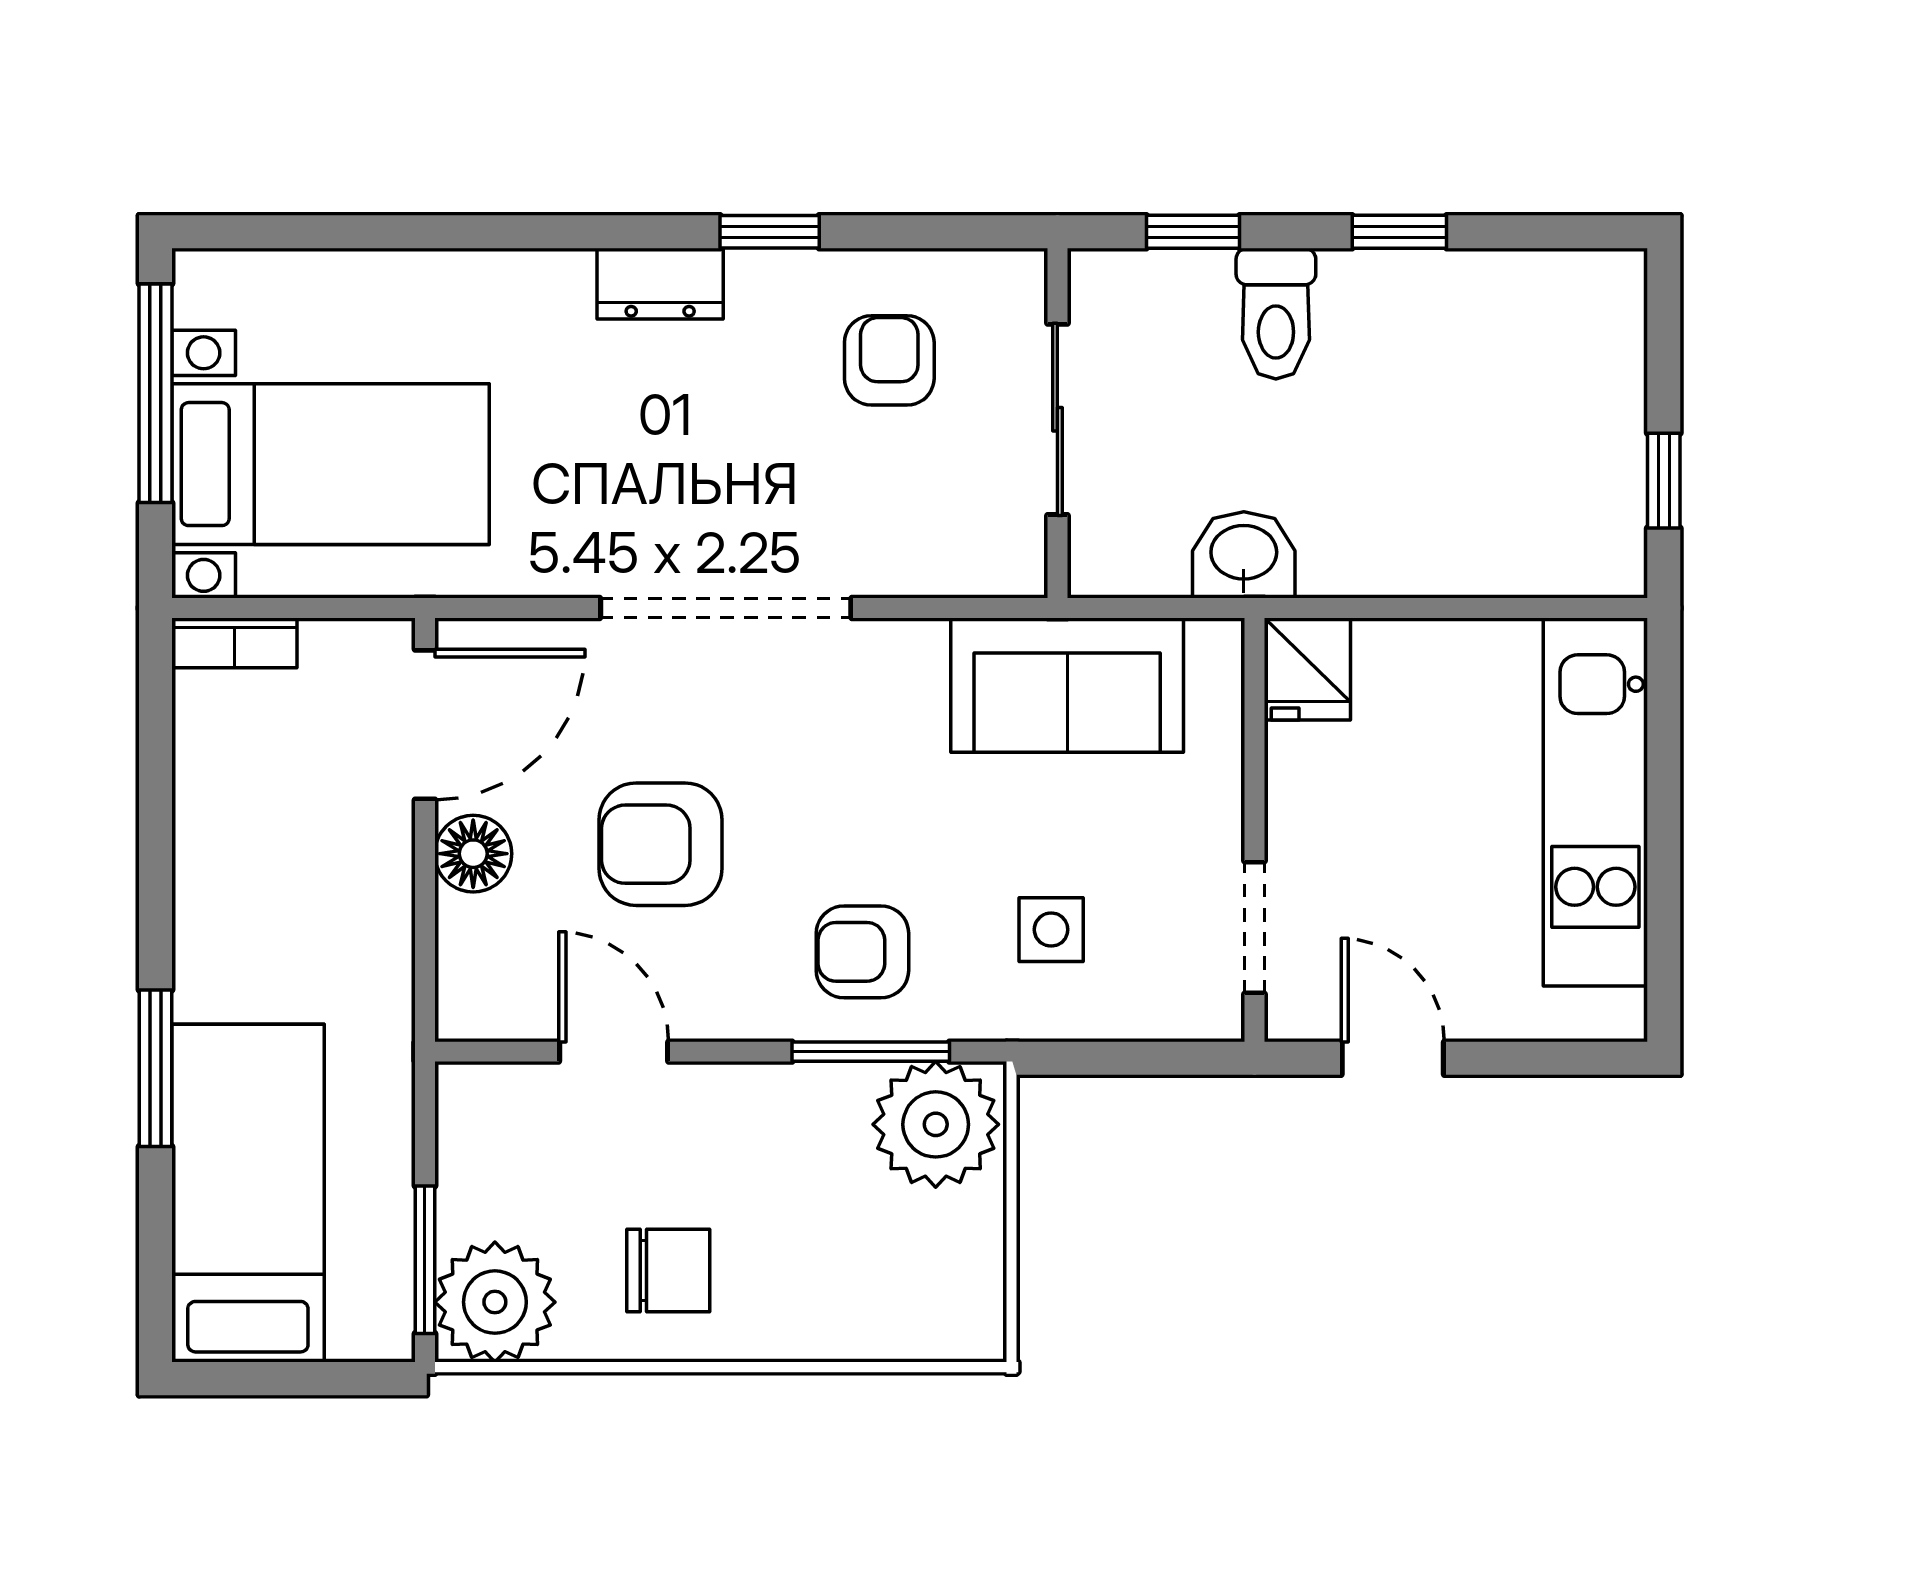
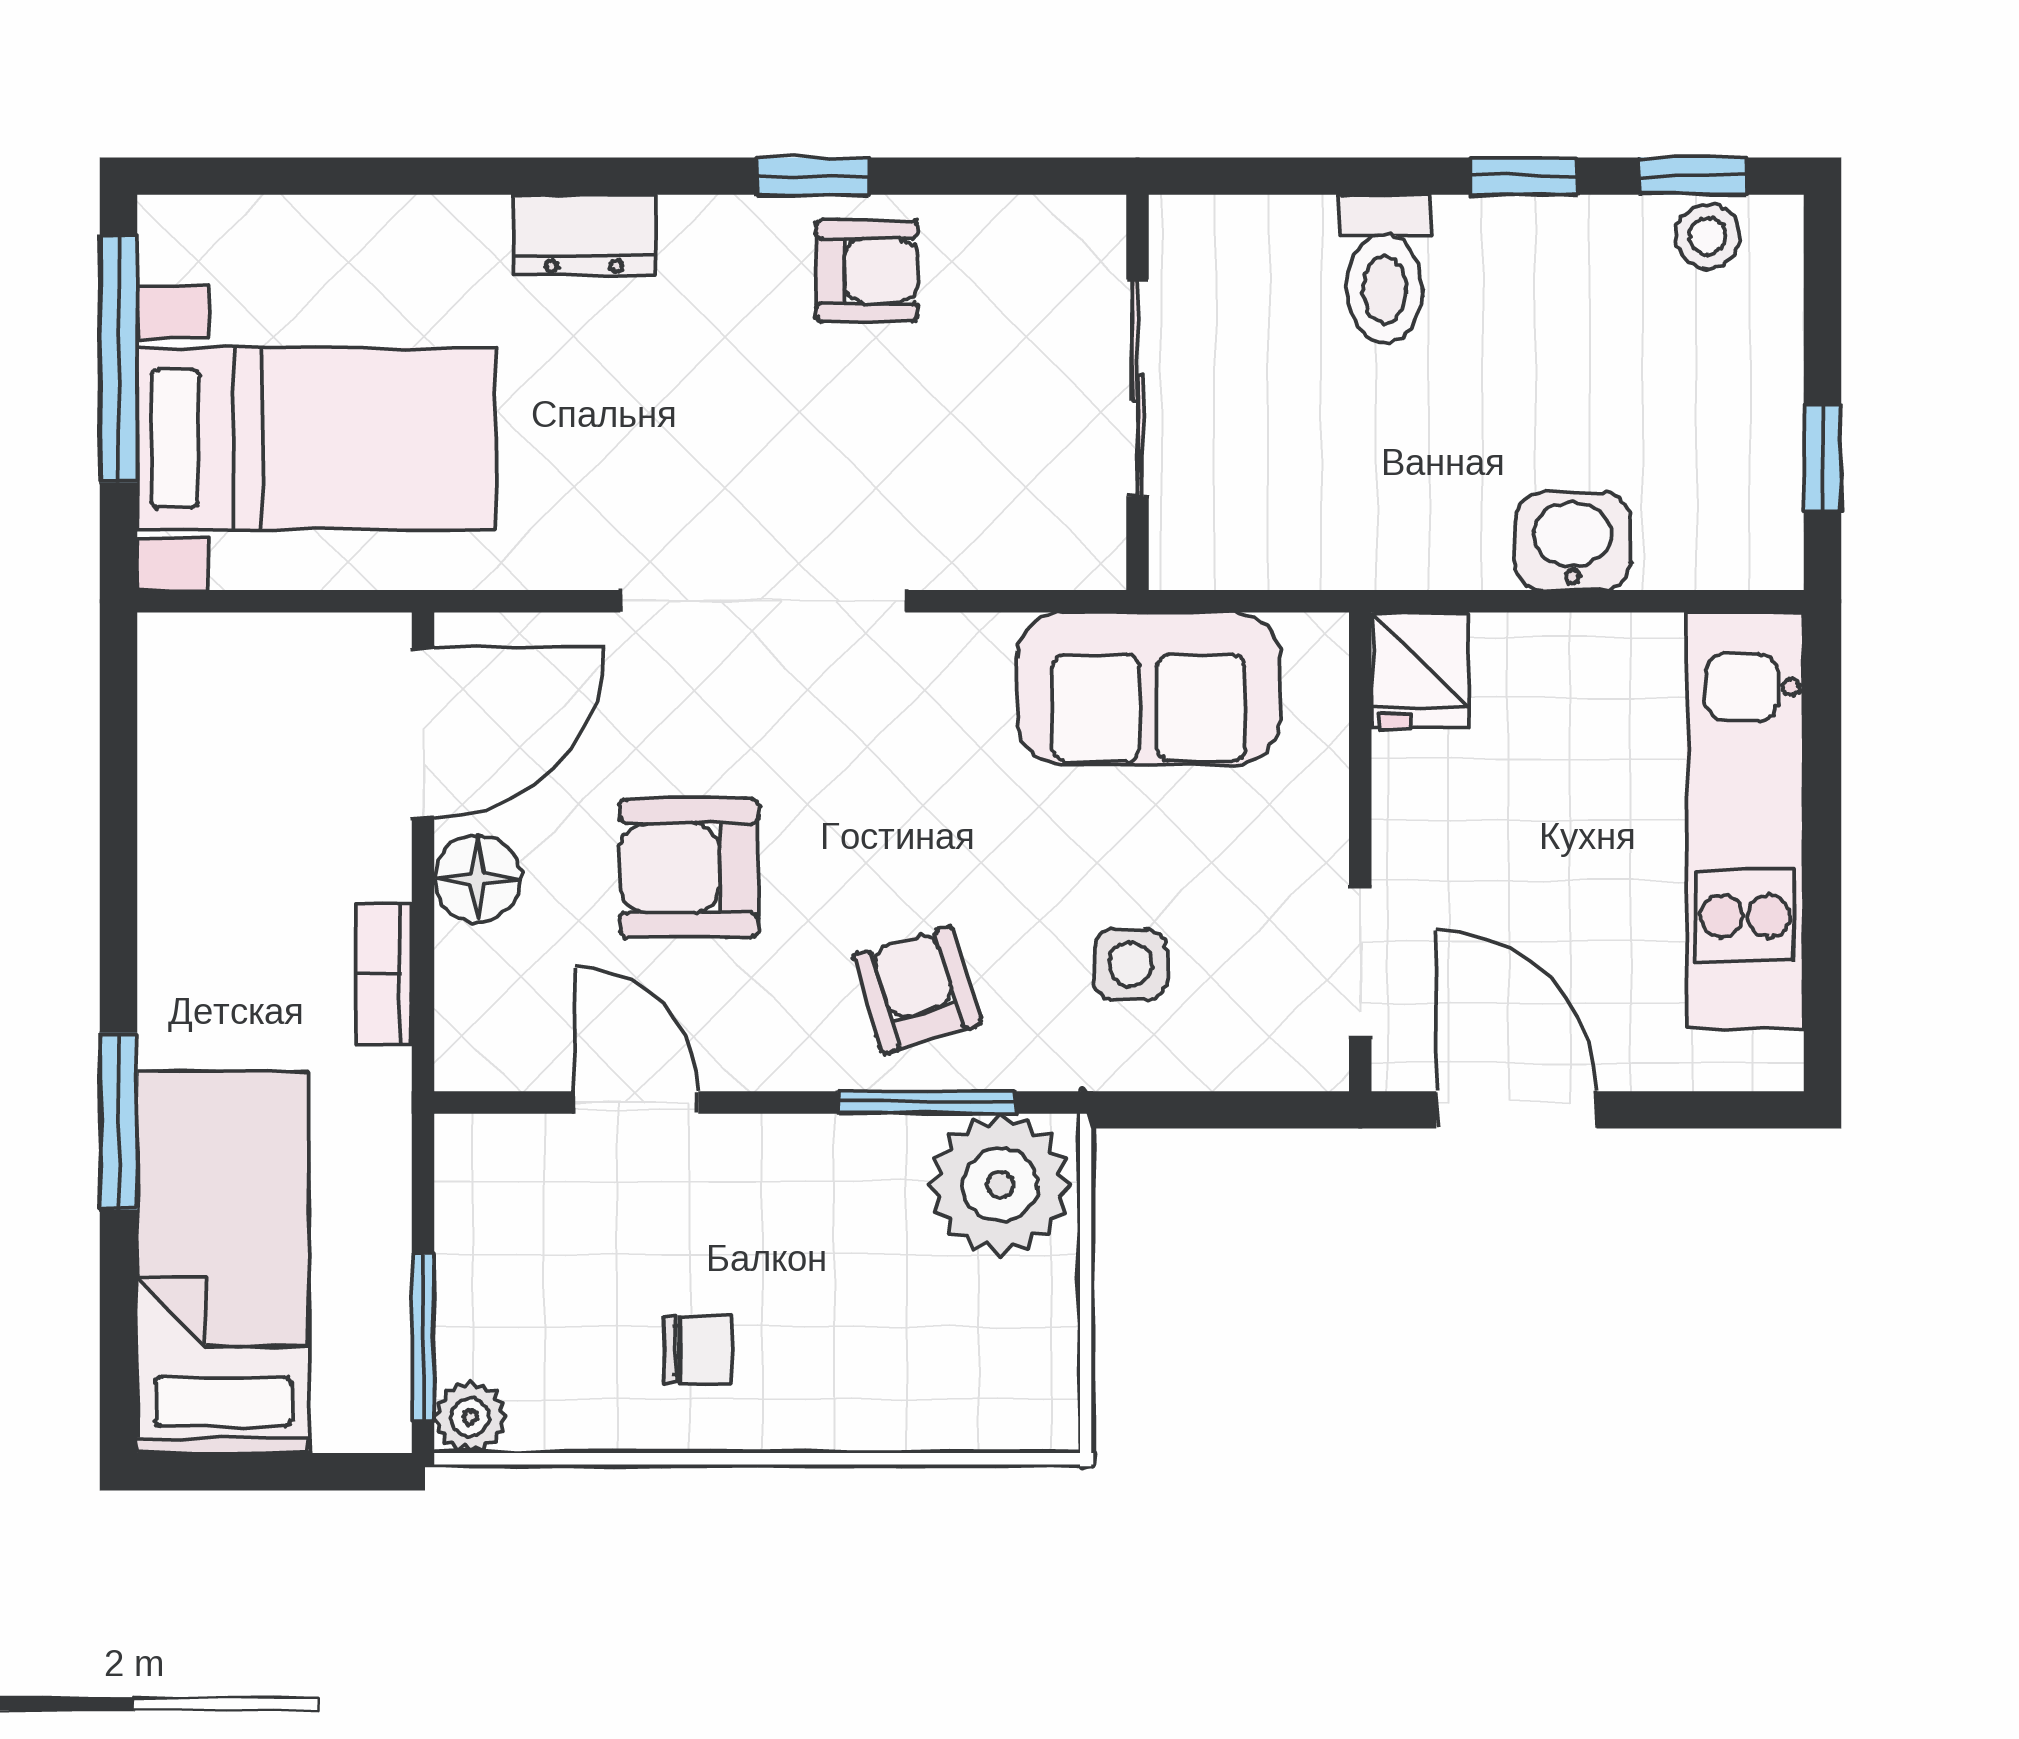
window: (1193, 232) -> (1693, 176), moved
dresser: (660, 284) -> (584, 235), moved
stool: (1562, 285) -> (1708, 236), added
armchair: (889, 360) -> (867, 270), moved, turned 90
washbasin: (1244, 555) -> (1573, 541), moved
bookcase: (234, 643) -> (384, 975), moved, turned 90
armchair: (862, 952) -> (917, 990), turned 73
door: (1393, 1058) -> (1516, 1110), width x1.38
chair: (668, 1271) -> (698, 1350), width x0.73, depth x0.73
plant: (495, 1302) -> (470, 1417), width x0.53, depth x0.53

